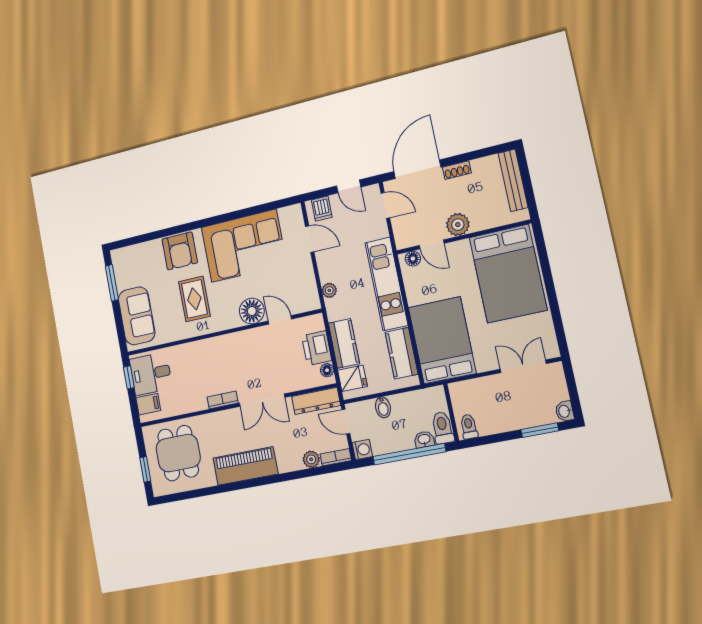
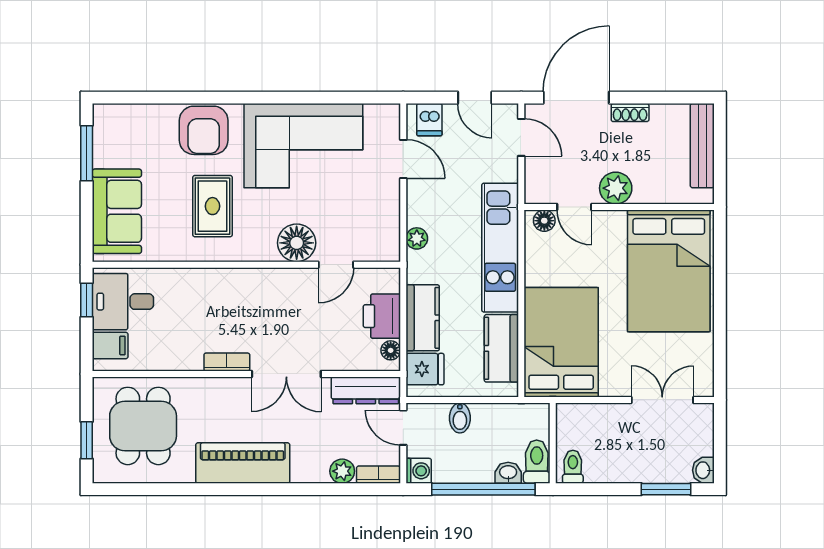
door: (280, 320) -> (336, 265), swing flipped

